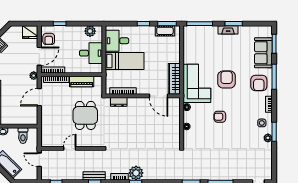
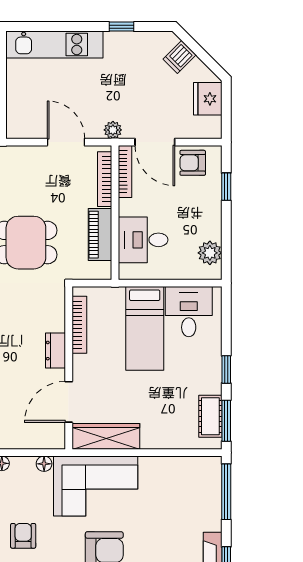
fridge: (30, 32) -> (208, 99), moved
desk: (91, 53) -> (143, 240), moved, turned 90
dresser: (119, 102) -> (55, 351), moved

